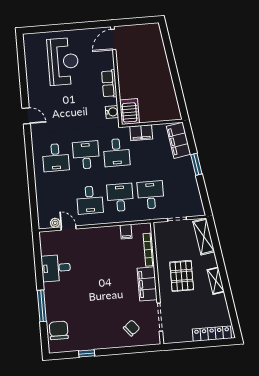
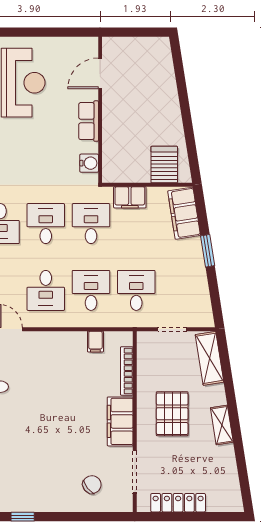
door: (113, 40) -> (100, 73), moved
server rack: (129, 111) -> (164, 165), moved
desk: (117, 152) -> (91, 224), turned 180
locker: (212, 334) -> (178, 503), moved

